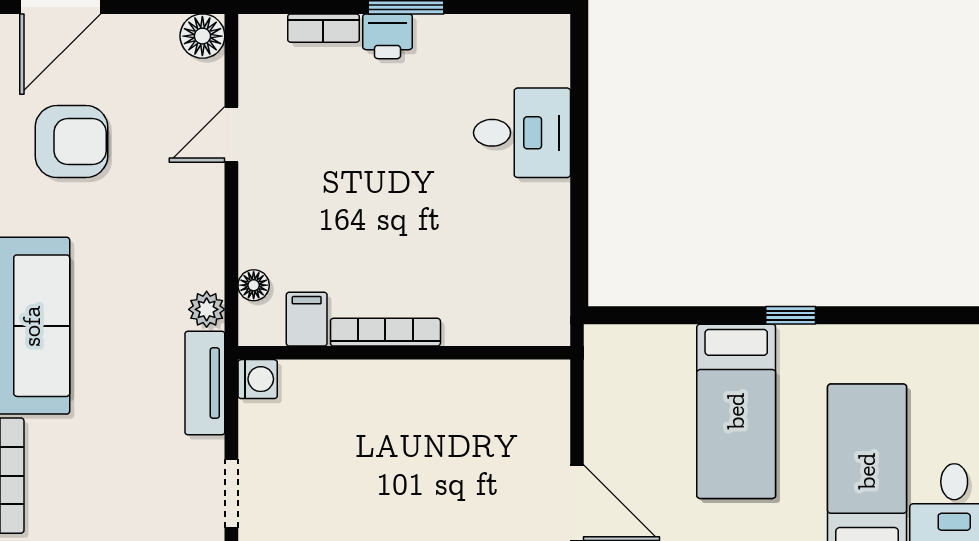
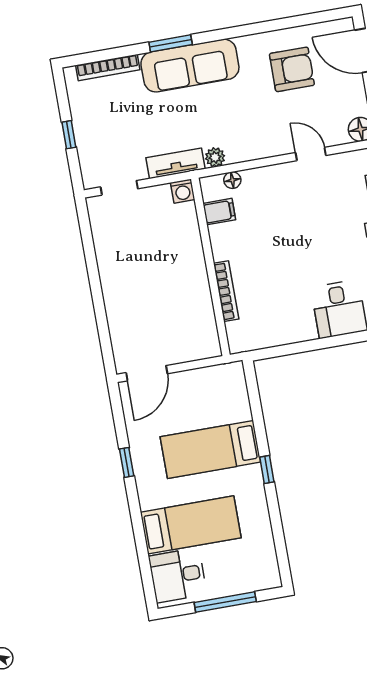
armchair: (71, 142) -> (292, 69), turned -90
bookcase: (385, 332) -> (226, 291), moved

